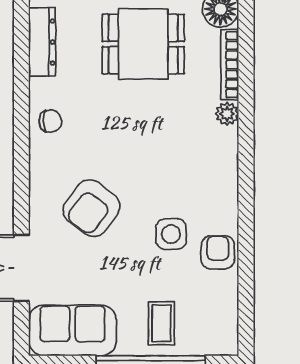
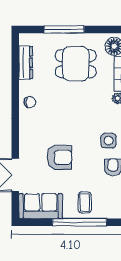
armchair: (92, 208) -> (60, 157), moved, turned -127
side table: (171, 234) -> (109, 141), moved

